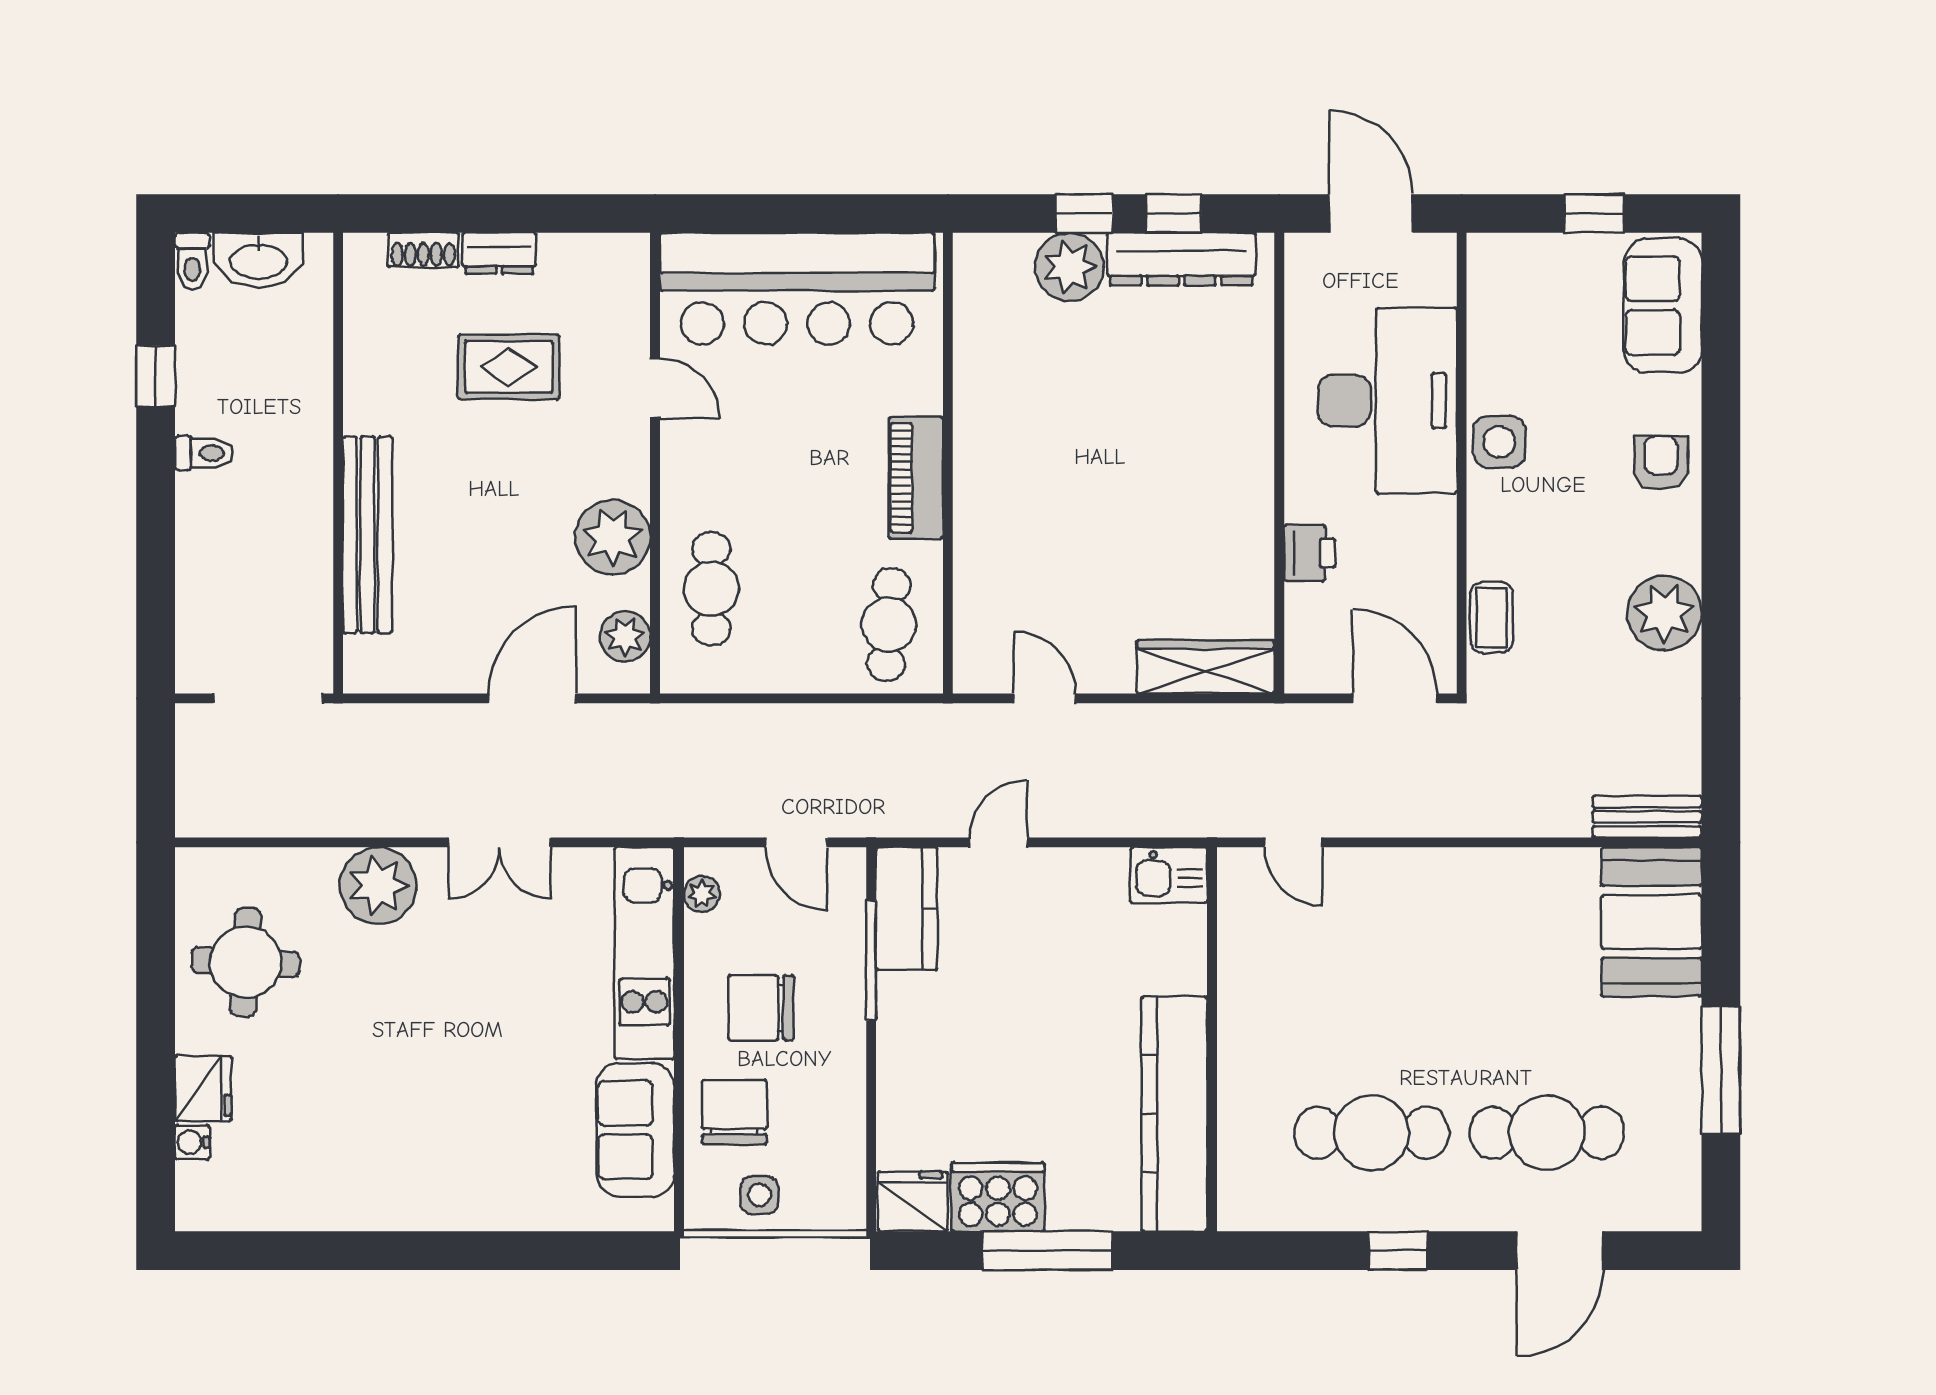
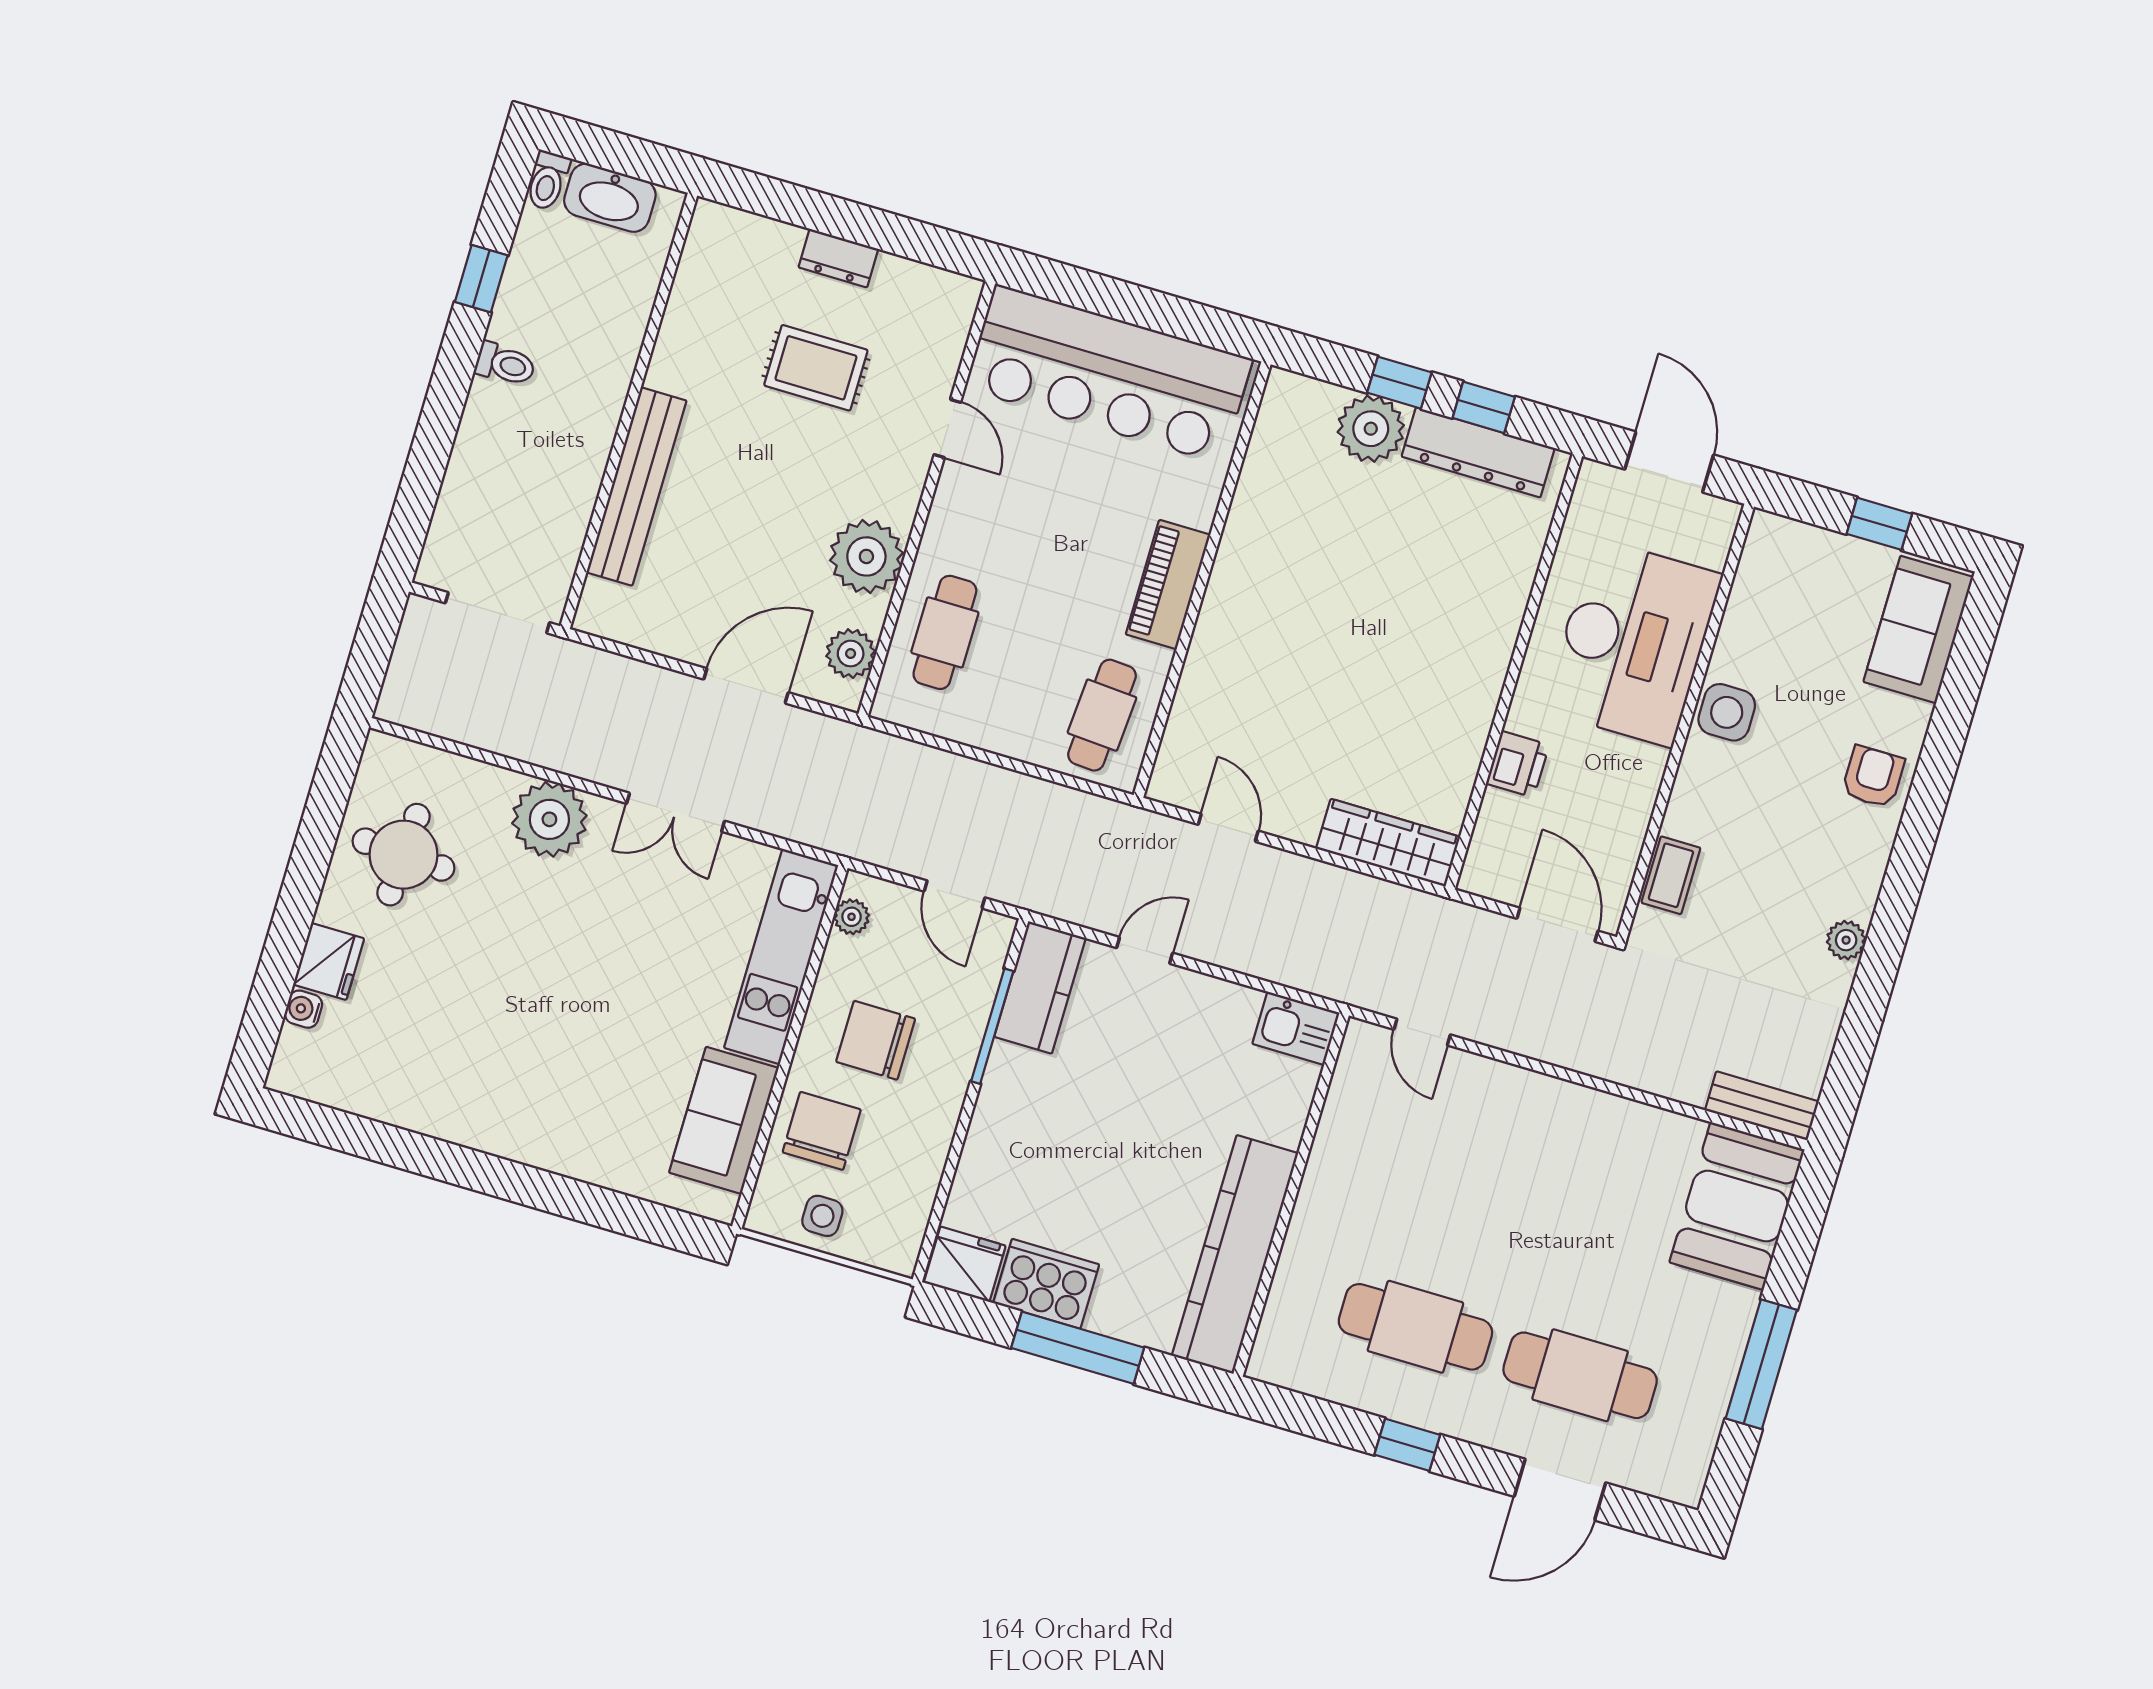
shoe rack: (423, 250) -> (768, 234), removed
plant: (1664, 613) -> (1846, 940), width x0.53, depth x0.53

